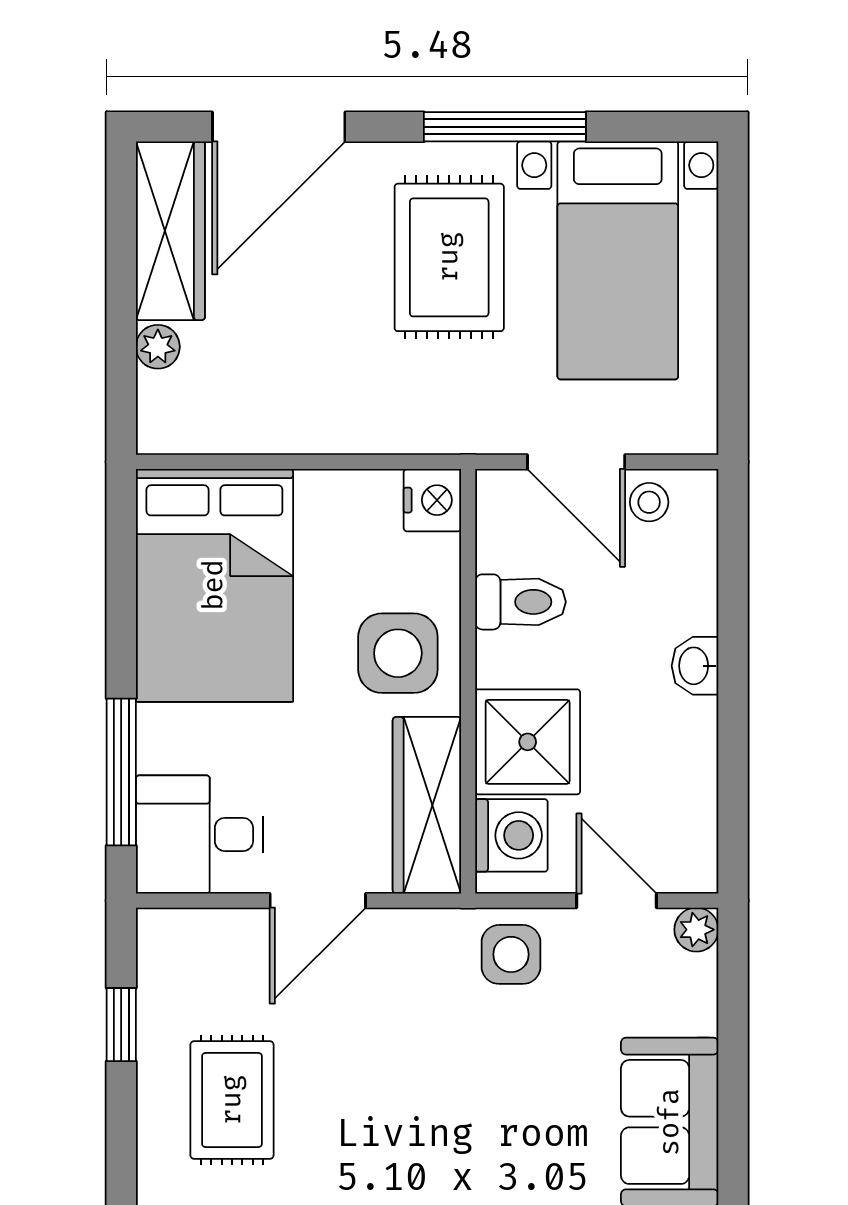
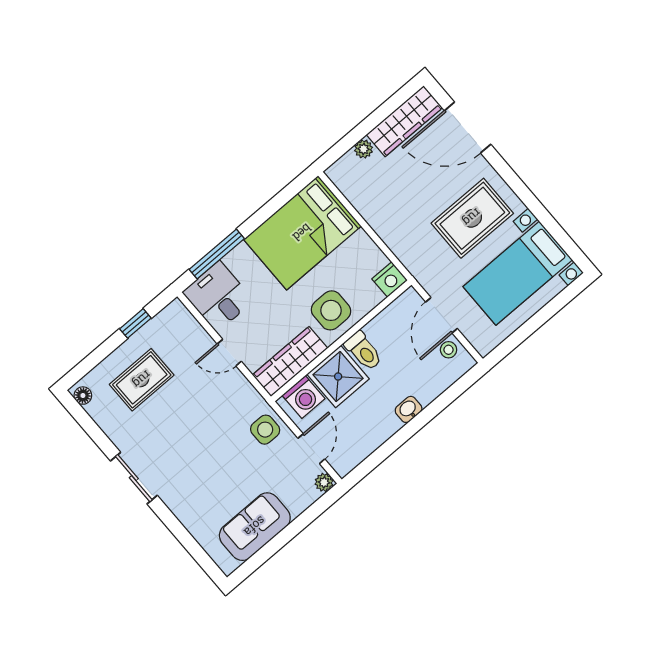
window: (505, 127) -> (530, 200), removed
toilet: (521, 602) -> (363, 351), moved
door: (318, 901) -> (229, 353), width x0.73

